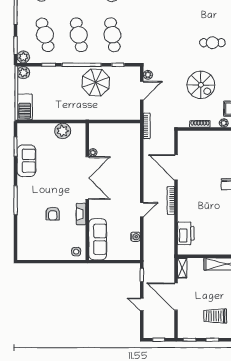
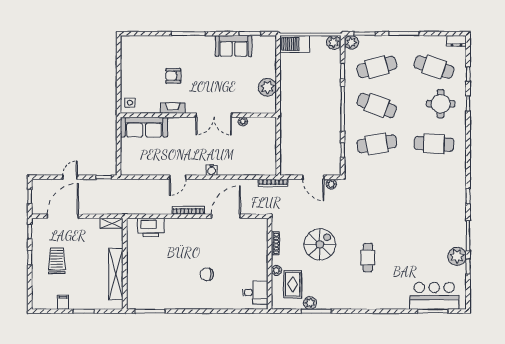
cafe table: (79, 35) -> (377, 105), turned 33
parasol: (96, 82) -> (323, 125), removed
spiral stairs: (201, 85) -> (320, 244), turned 180
double door: (87, 178) -> (214, 115), width x0.73
door: (142, 210) -> (178, 177), hinge flipped
water cooler: (135, 237) -> (212, 170), moved
door: (176, 297) -> (63, 216), moved

